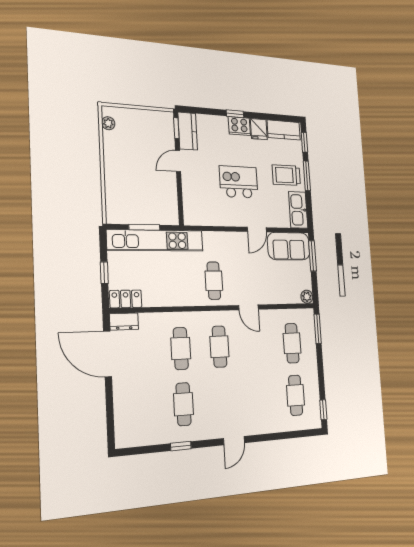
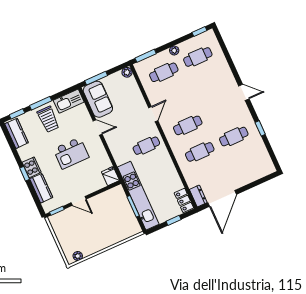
fridge: (259, 129) -> (110, 176), moved, turned -90
kitchen counter: (188, 131) -> (41, 188), moved, turned 90
kitchen island: (239, 182) -> (71, 153), turned -90
plant: (312, 368) -> (174, 51), added

